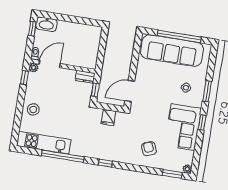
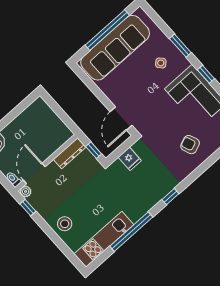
dresser: (85, 77) -> (70, 153), width x1.44

